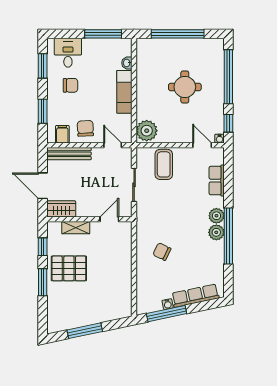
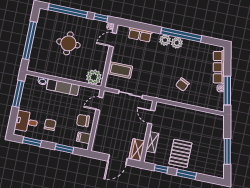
bench: (69, 154) -> (99, 136), removed

